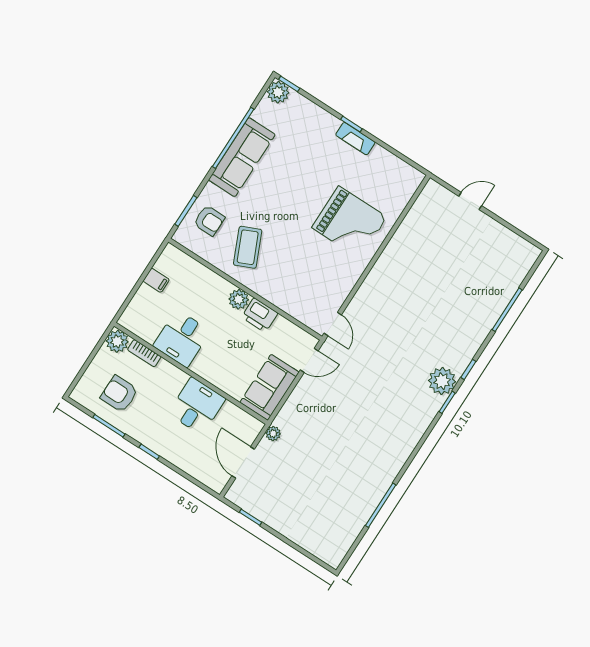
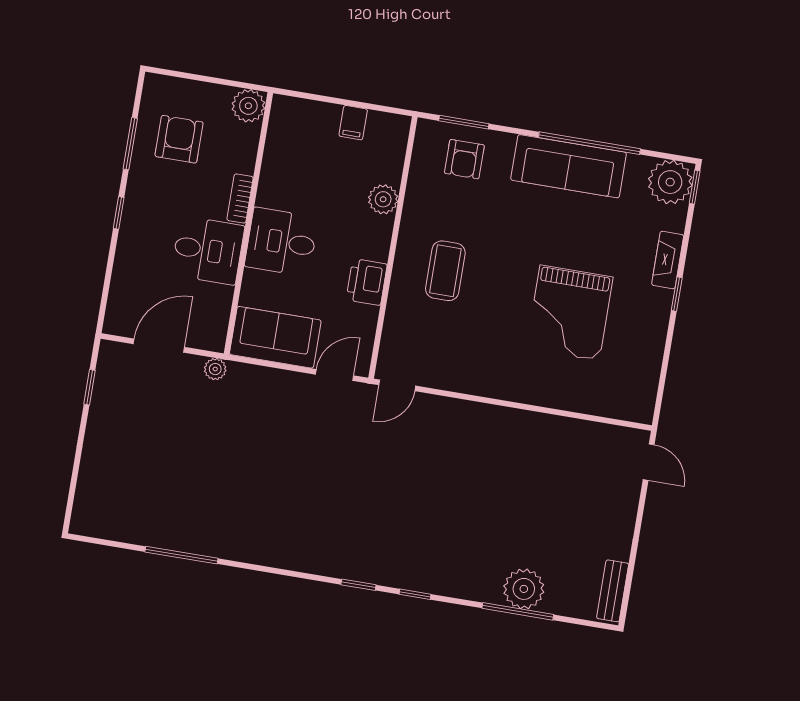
plant: (278, 92) -> (670, 182), width x1.36, depth x1.36
fireplace: (355, 139) -> (668, 260), moved
door: (470, 201) -> (649, 462), moved
grand piano: (349, 222) -> (570, 313), moved
bench: (520, 245) -> (613, 591), added
coffee table: (248, 247) -> (445, 271), moved, turned -66
plant: (239, 299) -> (383, 199), moved
desk: (182, 338) -> (281, 242), moved
bookcase: (144, 353) -> (240, 199), moved
door: (309, 360) -> (335, 375), swing flipped
plant: (442, 381) -> (524, 589), moved

